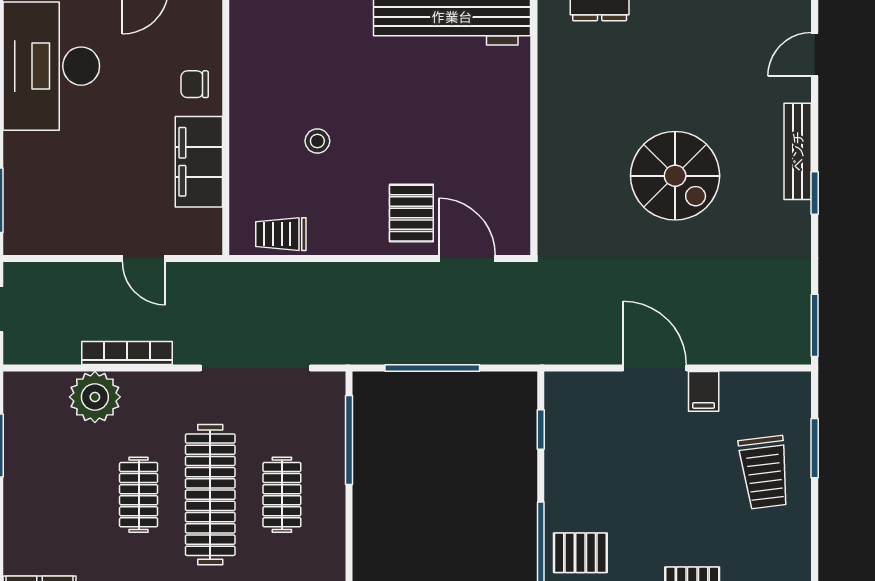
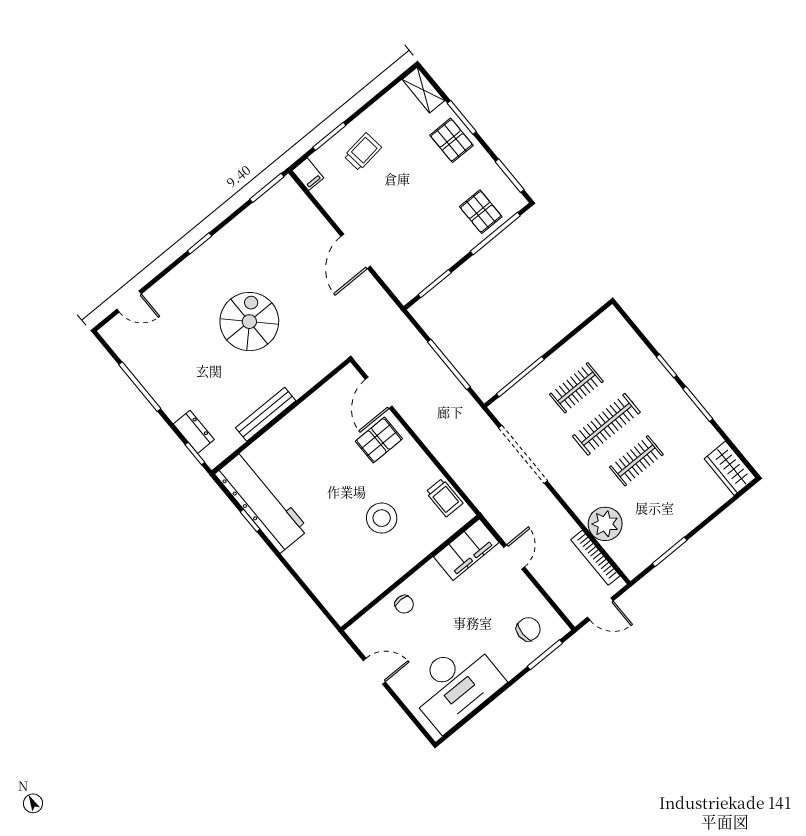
stool: (317, 141) -> (382, 518), width x1.89, depth x1.89
bench: (798, 151) -> (266, 414), moved
filing cabinet: (199, 162) -> (466, 550), moved
chair: (46, 206) -> (528, 629), added
bookcase: (127, 353) -> (595, 558), moved
filing cabinet: (704, 391) -> (308, 174), moved, turned 90
window: (541, 429) -> (435, 284), width x1.50
trolley: (764, 472) -> (363, 152), width x0.73, depth x0.72
clothes rail: (210, 495) -> (606, 424), width x0.73, depth x0.76

